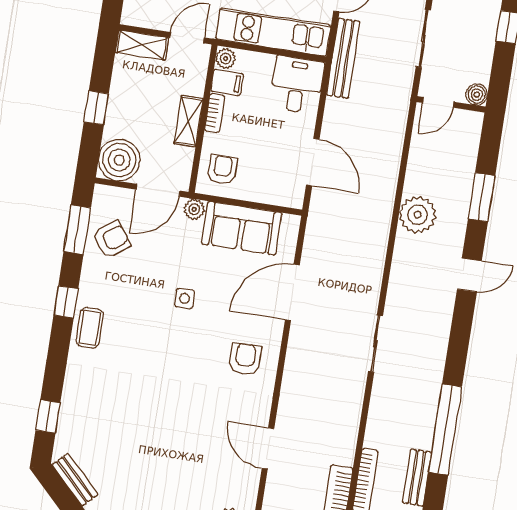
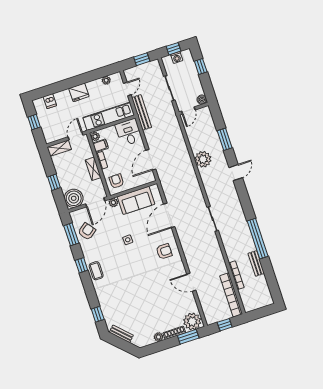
door: (313, 162) -> (151, 160), swing flipped
armchair: (245, 359) -> (164, 251), turned 91

